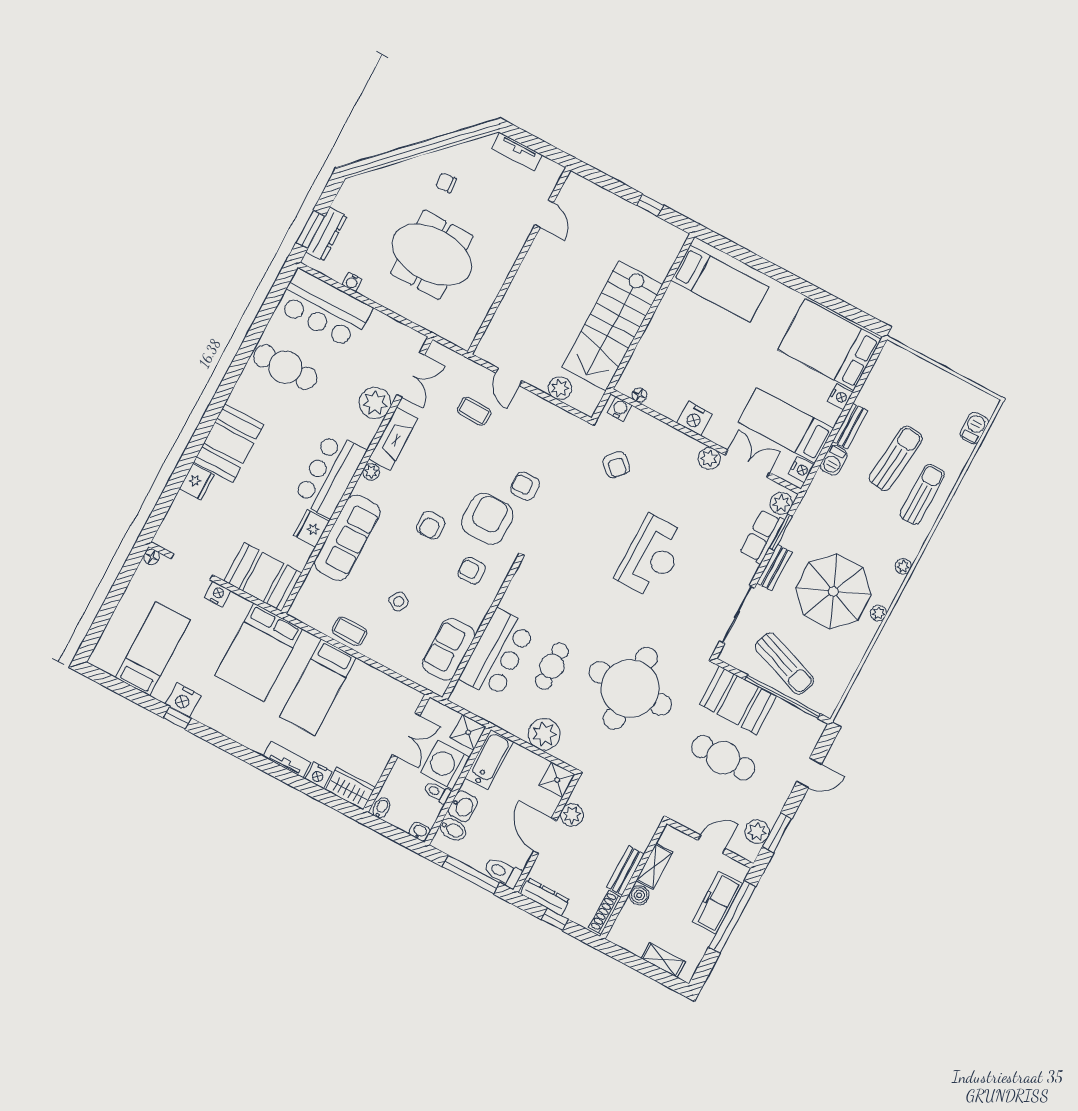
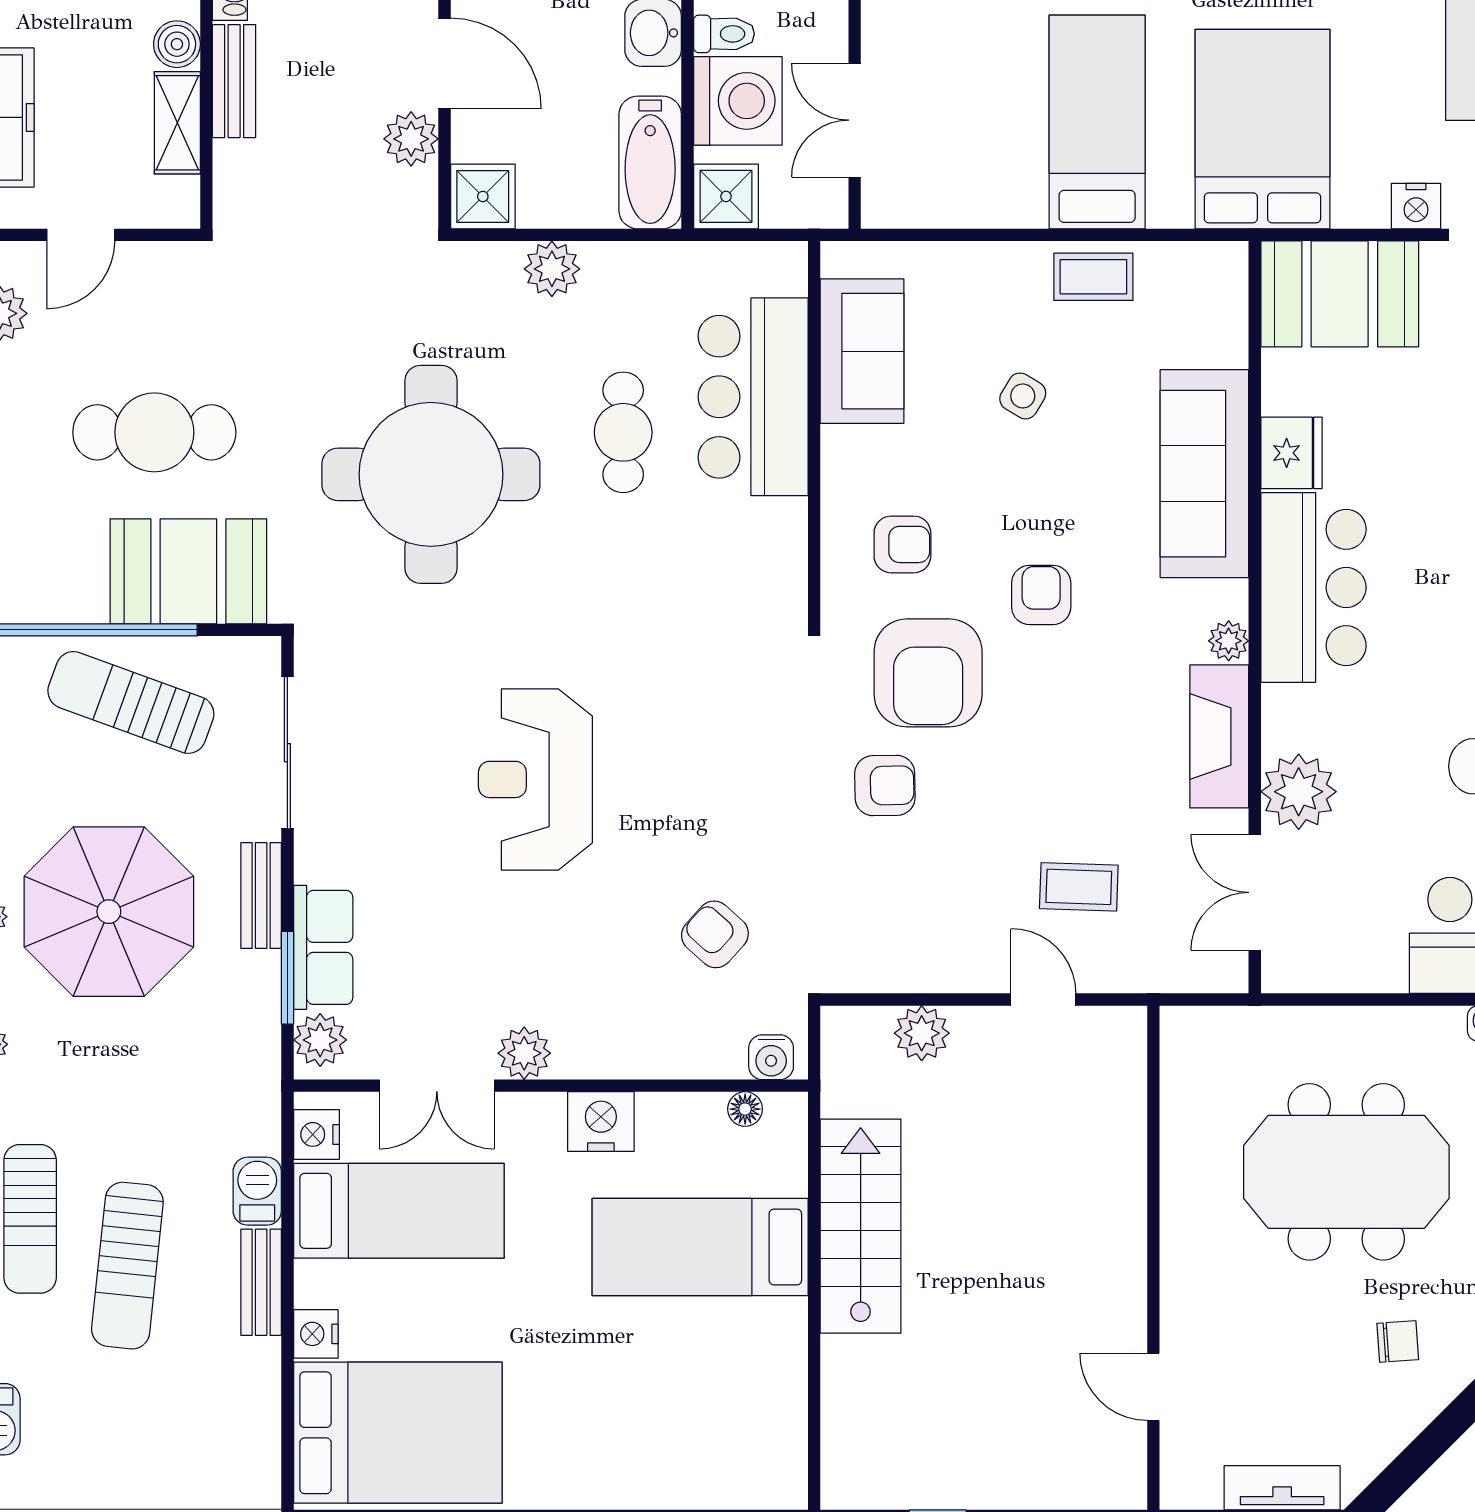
bed: (720, 284) -> (700, 1247), moved
stairs: (612, 326) -> (861, 1226), width x0.73, depth x0.66
plant: (544, 734) -> (552, 269), width x0.73, depth x0.73

